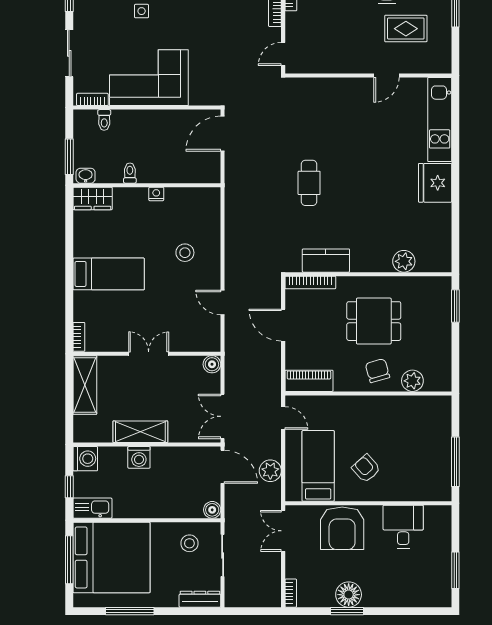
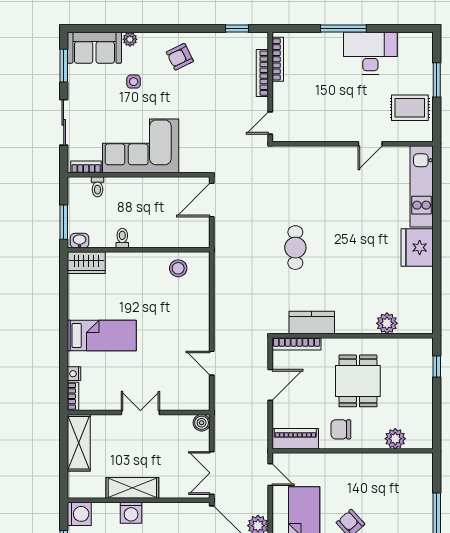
rug: (406, 29) -> (410, 108), moved
nightstand: (156, 194) -> (74, 374), moved, turned -90
stool: (185, 253) -> (178, 268), moved
window: (455, 306) -> (437, 367), width x0.67
dining table: (374, 321) -> (358, 381), turned 90
door: (283, 325) -> (270, 385), swing flipped
chair: (377, 371) -> (341, 429), moved, turned -74

